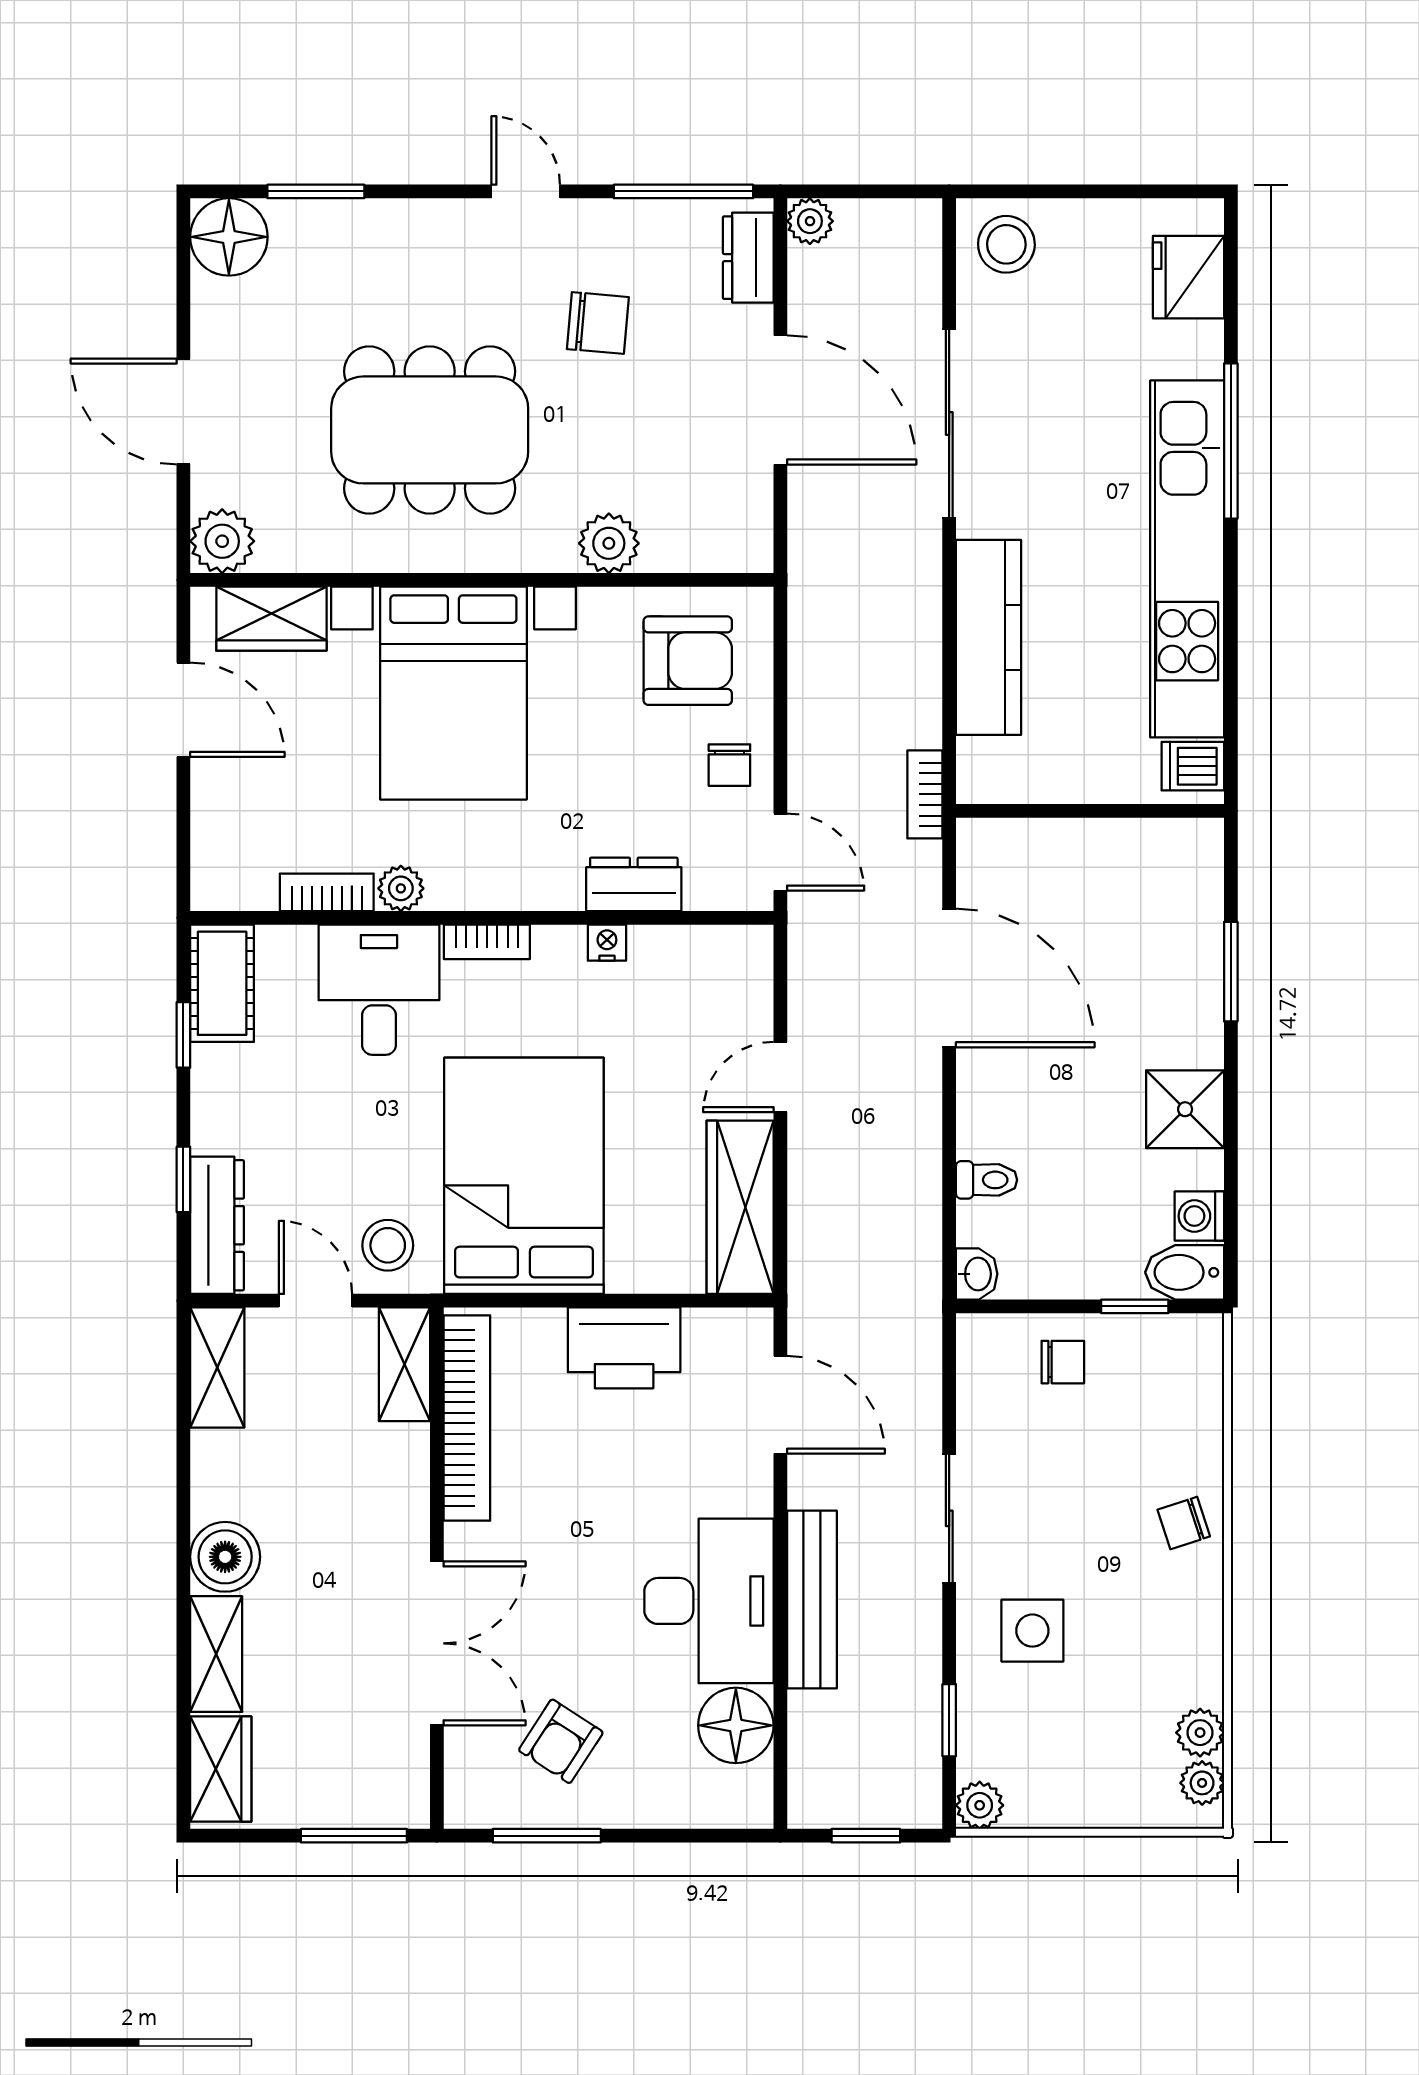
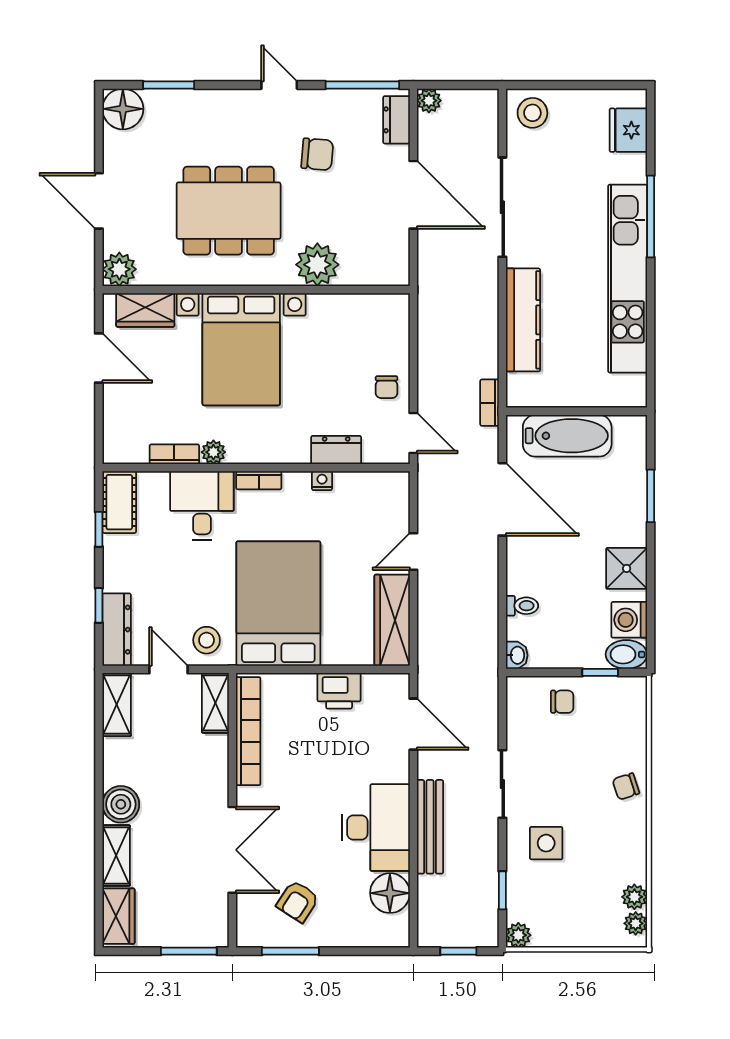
plant: (609, 543) -> (317, 265), width x1.36, depth x1.36
armchair: (688, 661) -> (365, 332), removed
dishwasher: (1193, 766) -> (631, 388), removed
bathtub: (1072, 857) -> (567, 436), added
washing machine: (1199, 1216) -> (629, 620), width x1.38, depth x1.38
printer: (624, 1348) -> (339, 691), width x0.73, depth x0.84

